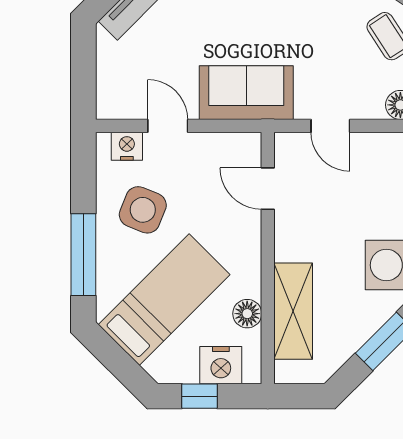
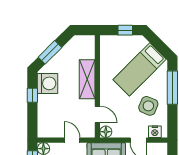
shelving: (293, 311) -> (87, 79), moved
floor lamp: (247, 314) -> (106, 132), moved
nightstand: (221, 365) -> (117, 43), removed

